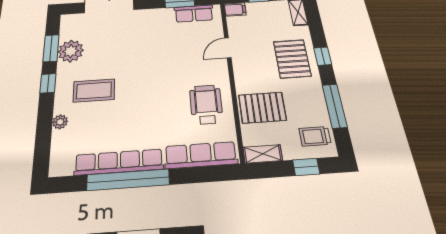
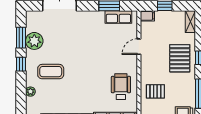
pallet: (262, 108) -> (155, 91), width x0.67, depth x0.71

